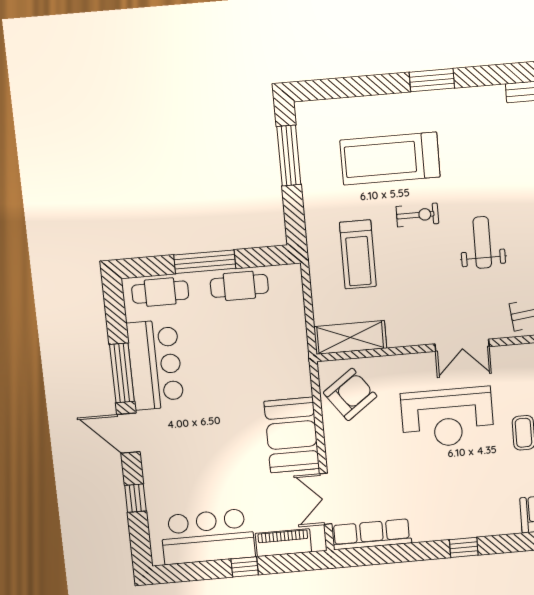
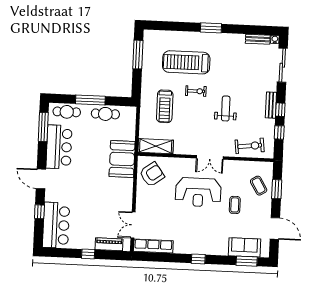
window: (122, 373) -> (43, 127), moved
booth: (292, 435) -> (122, 159), moved
bar counter: (208, 537) -> (56, 225), moved, turned 90

